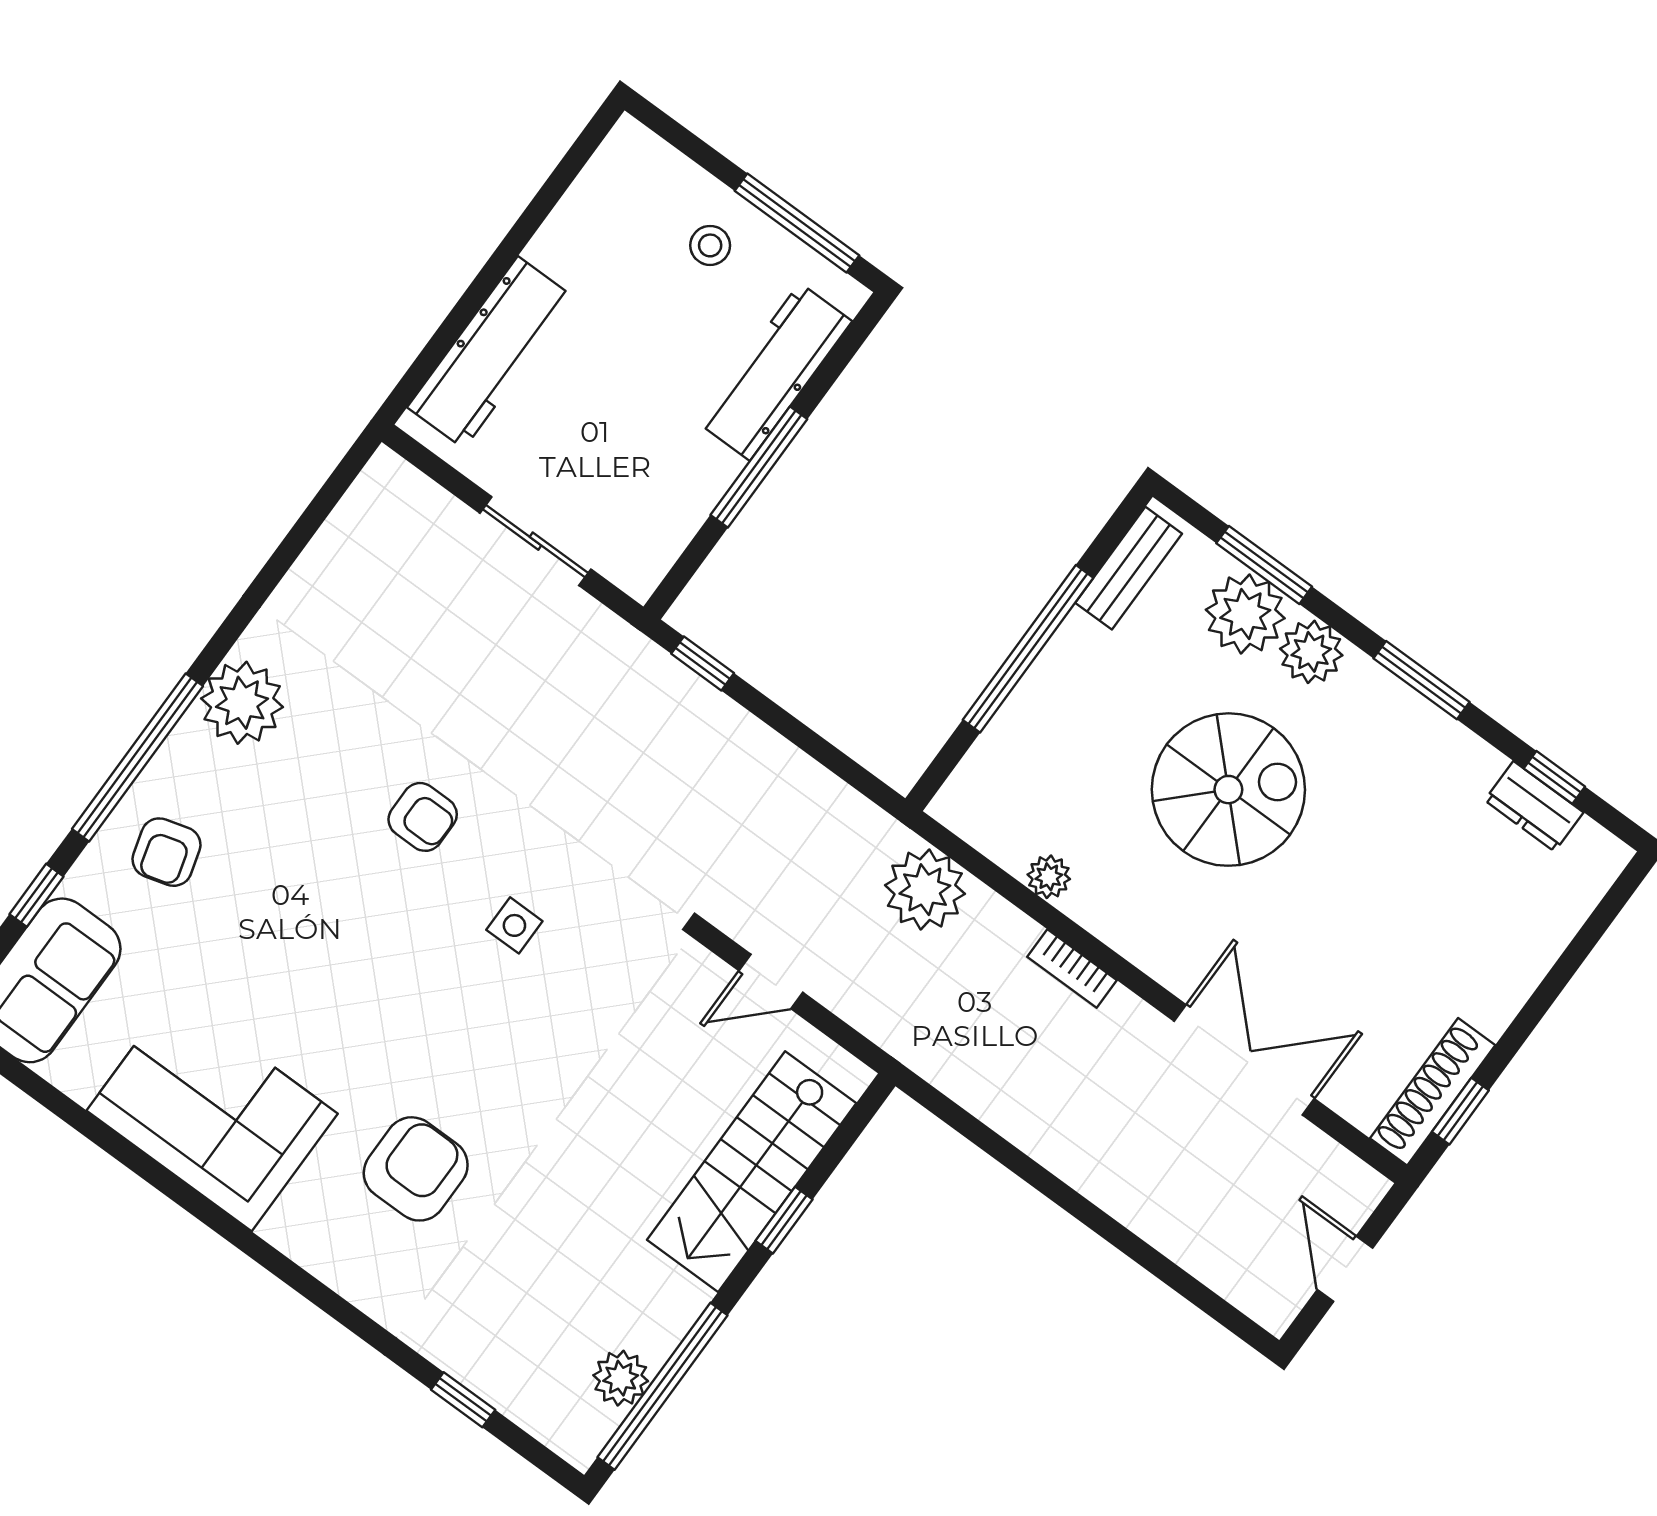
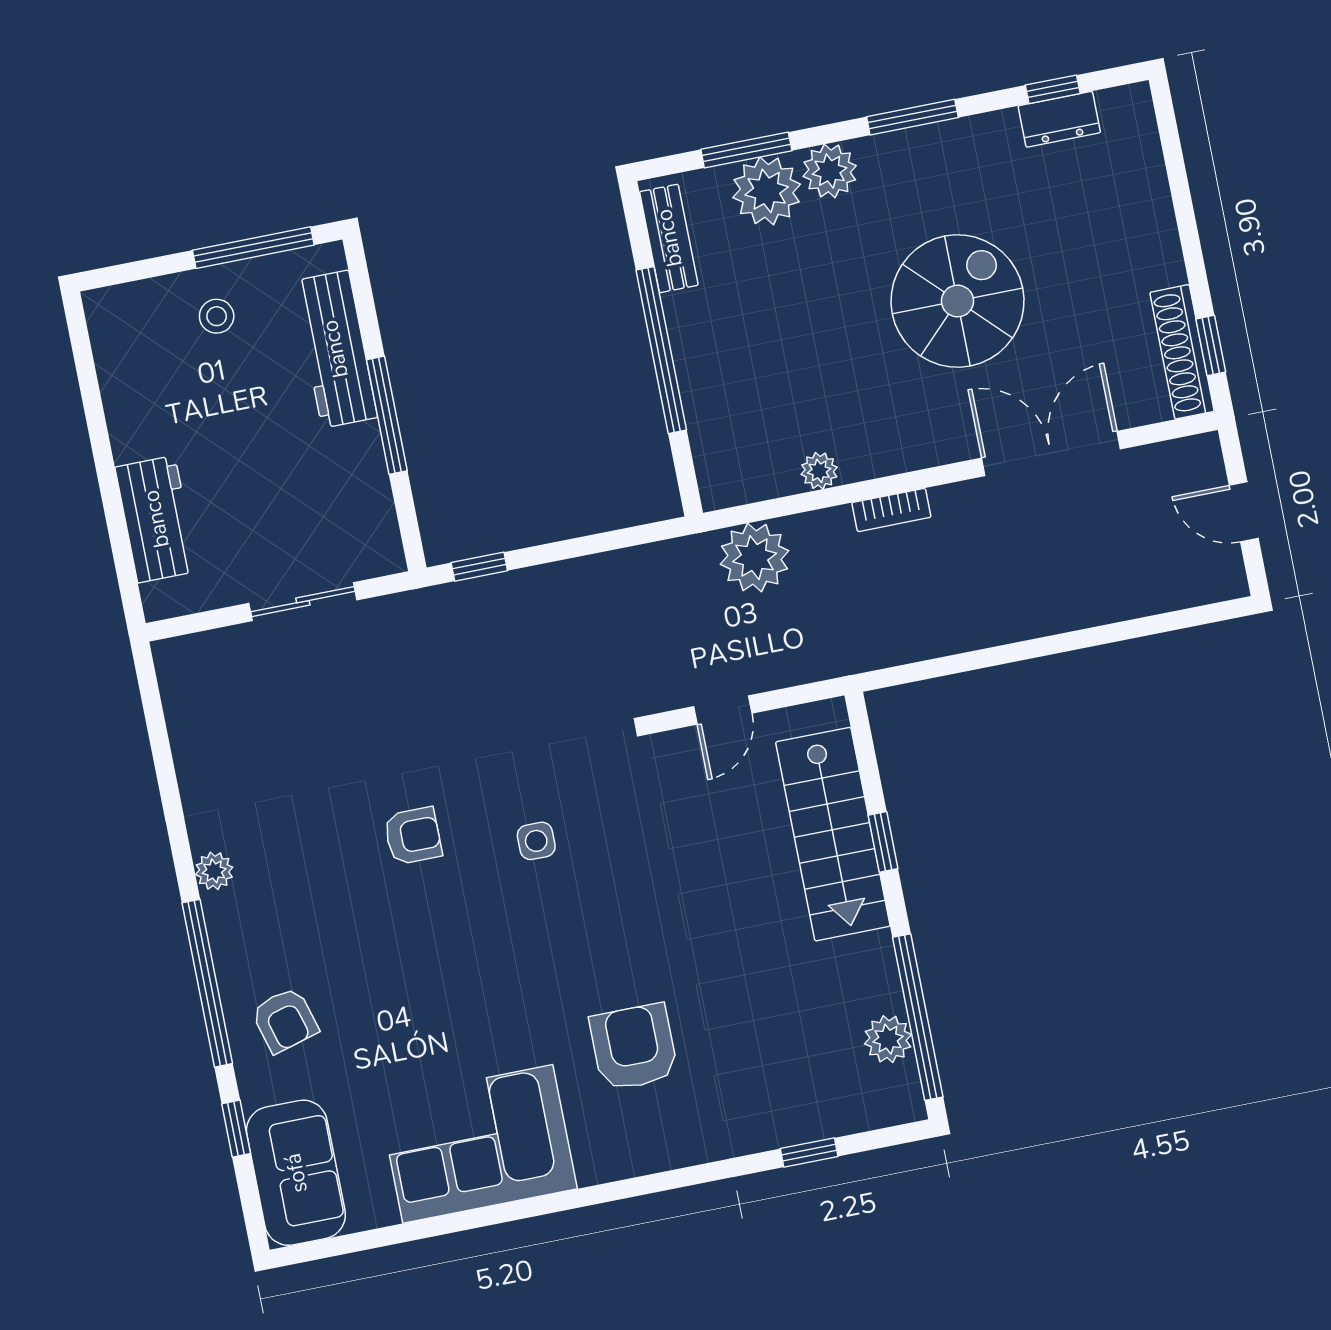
workbench: (491, 353) -> (156, 519), width x0.73
plant: (242, 703) -> (214, 871), width x0.53, depth x0.53
spiral stairs: (1228, 790) -> (958, 301), moved

